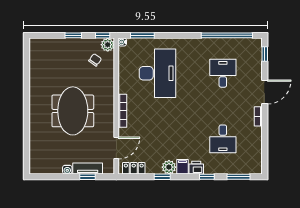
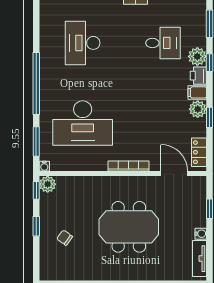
window: (227, 35) -> (36, 83), moved
chair: (95, 60) -> (65, 238), moved
desk: (158, 73) -> (83, 123), turned 180
desk: (223, 73) -> (83, 43), width x1.37
plant: (212, 167) -> (197, 56), added
tv unit: (88, 169) -> (199, 259), moved

